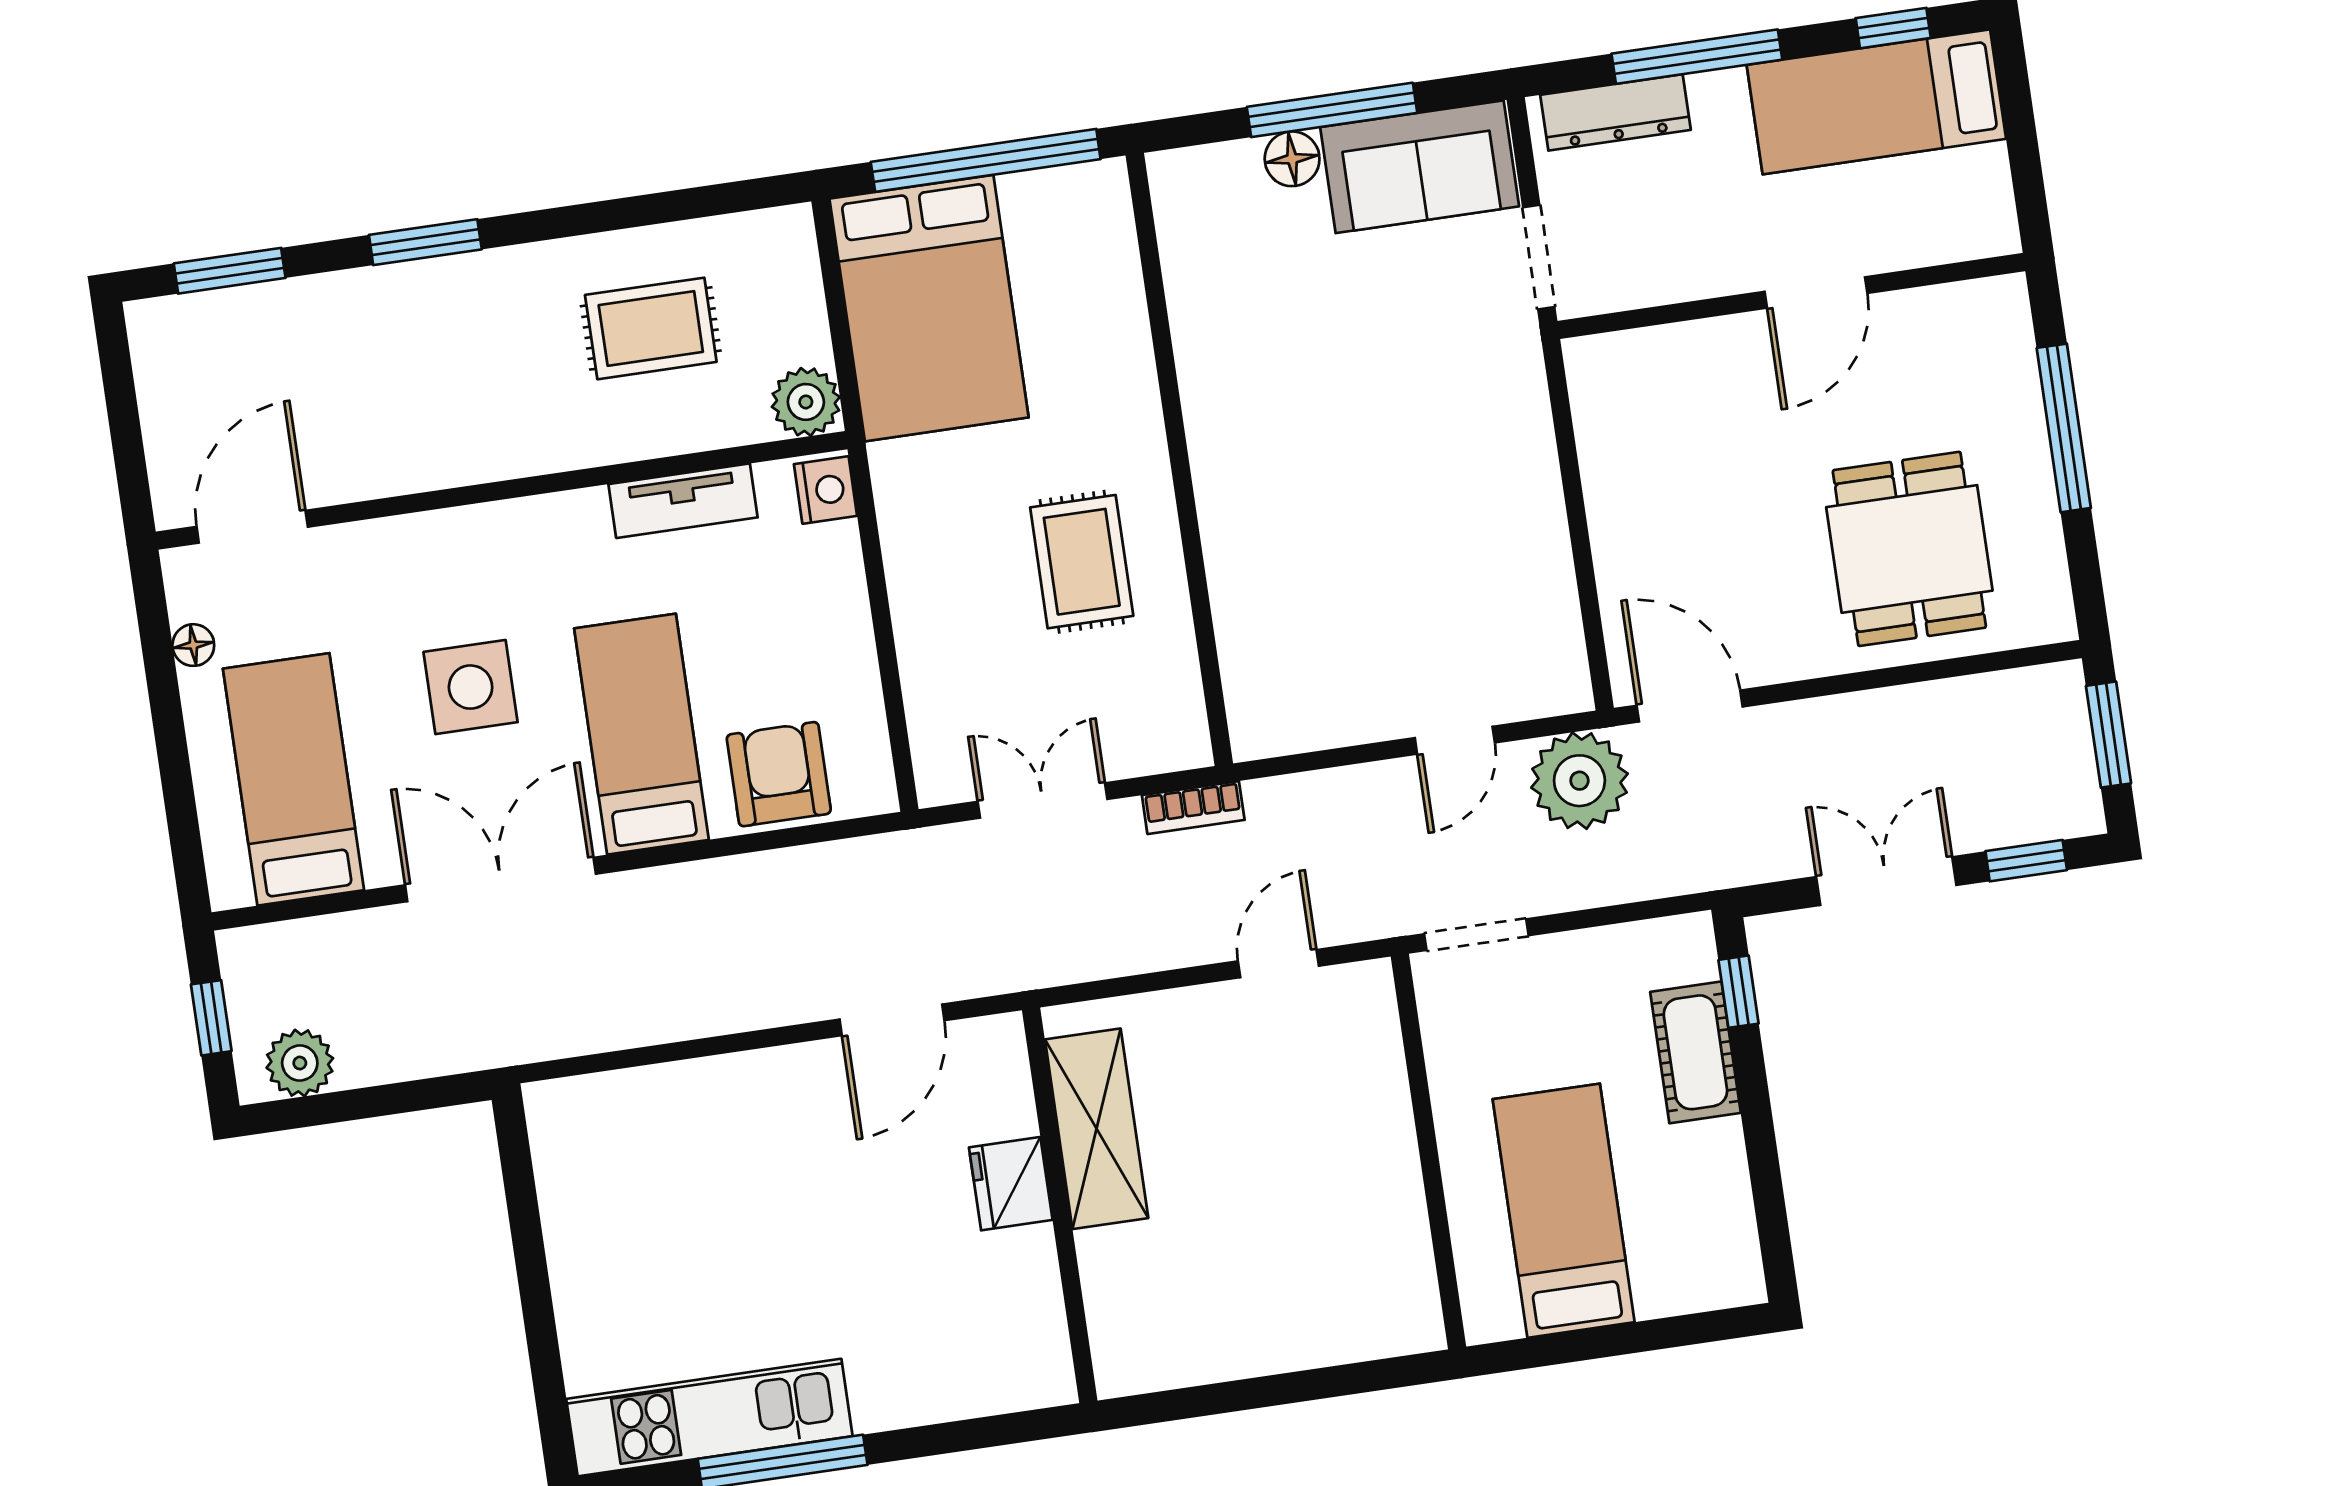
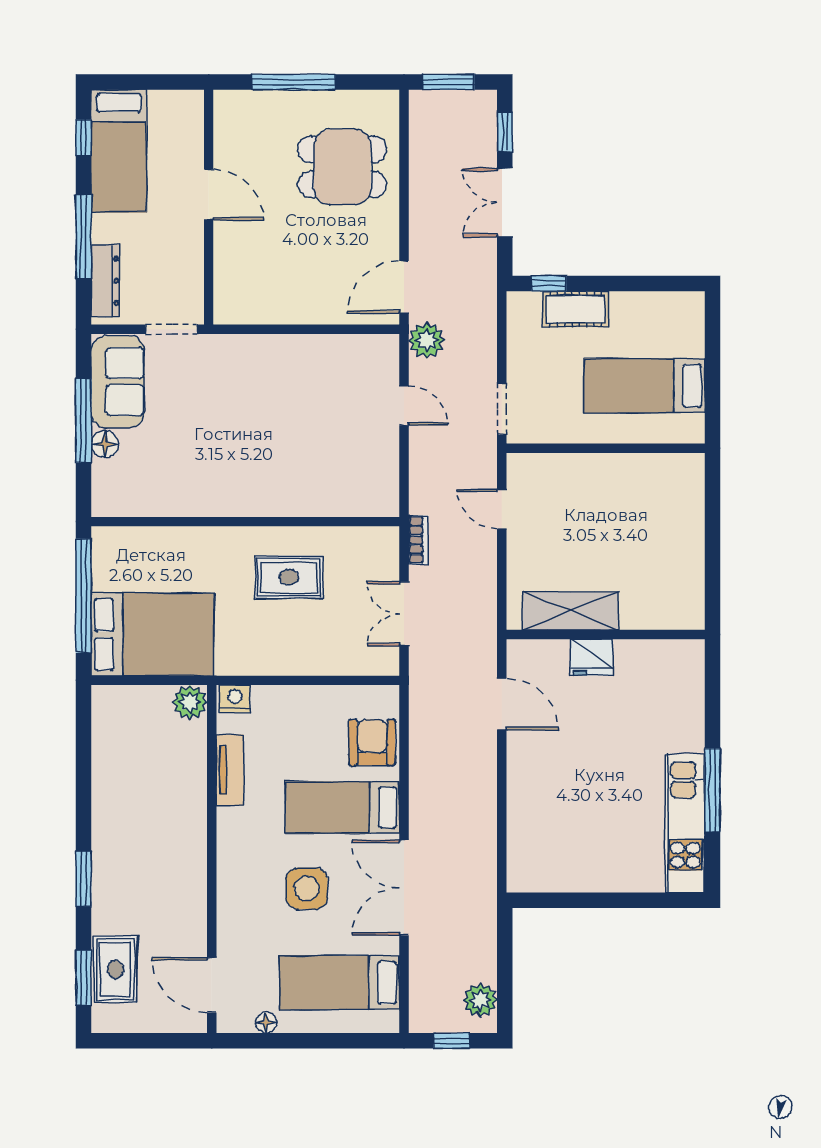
rug: (651, 328) -> (115, 969), moved
armchair: (779, 774) -> (372, 742), turned 90
plant: (1579, 781) -> (427, 340), width x0.73, depth x0.73

